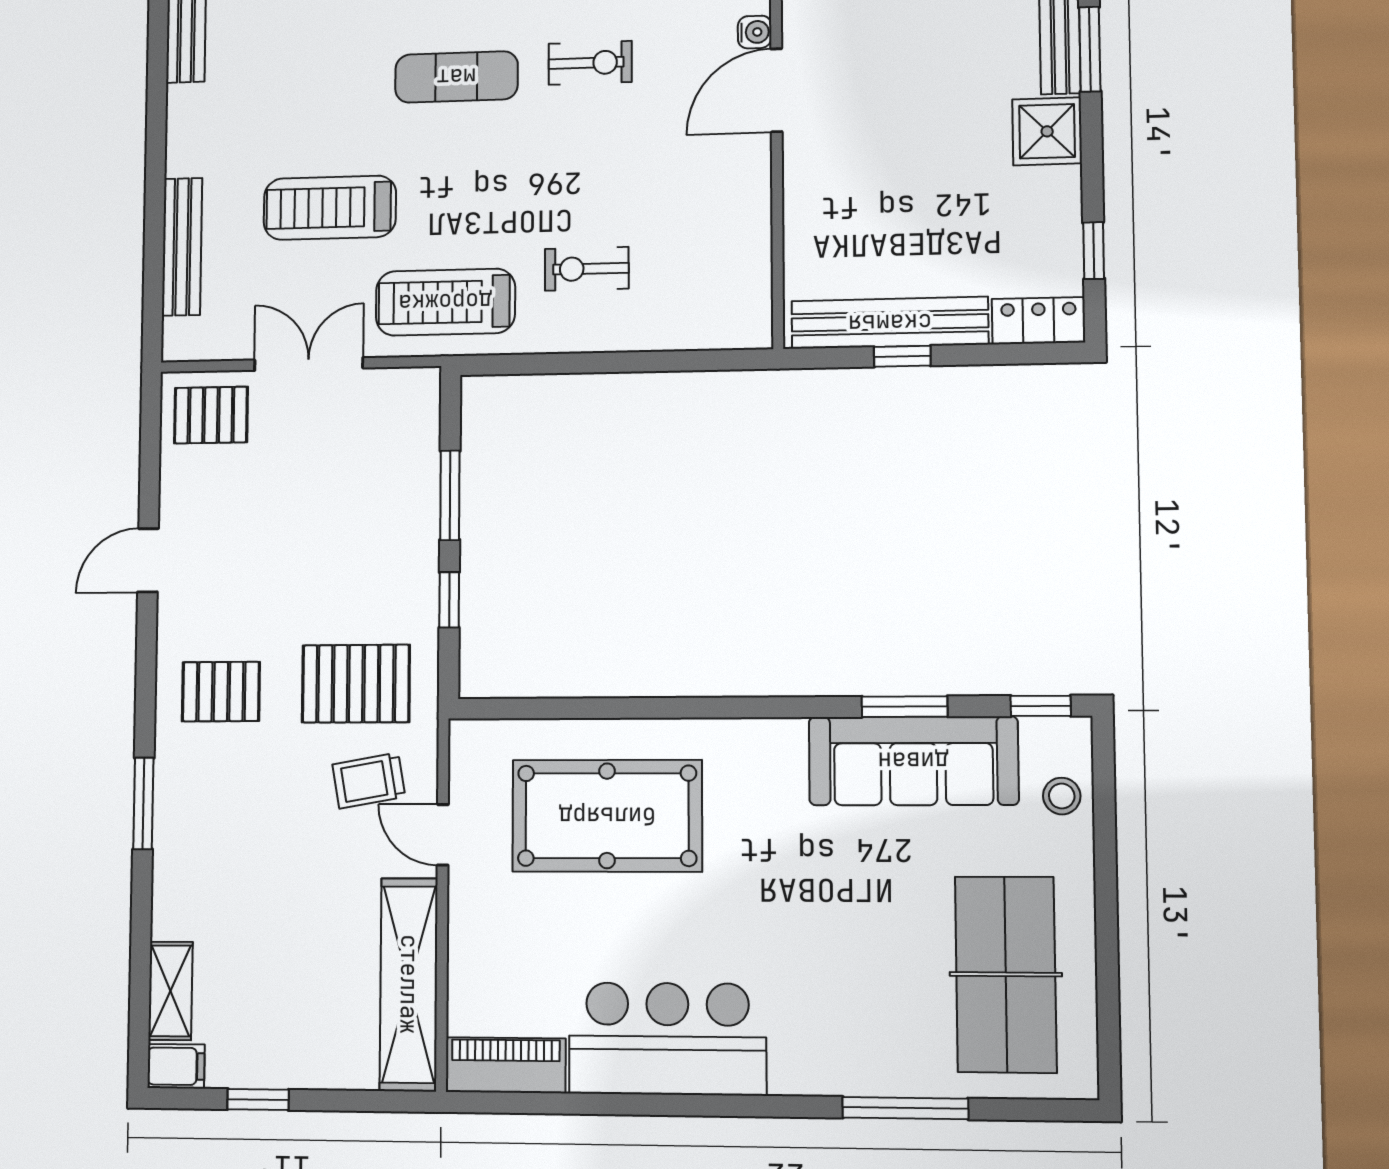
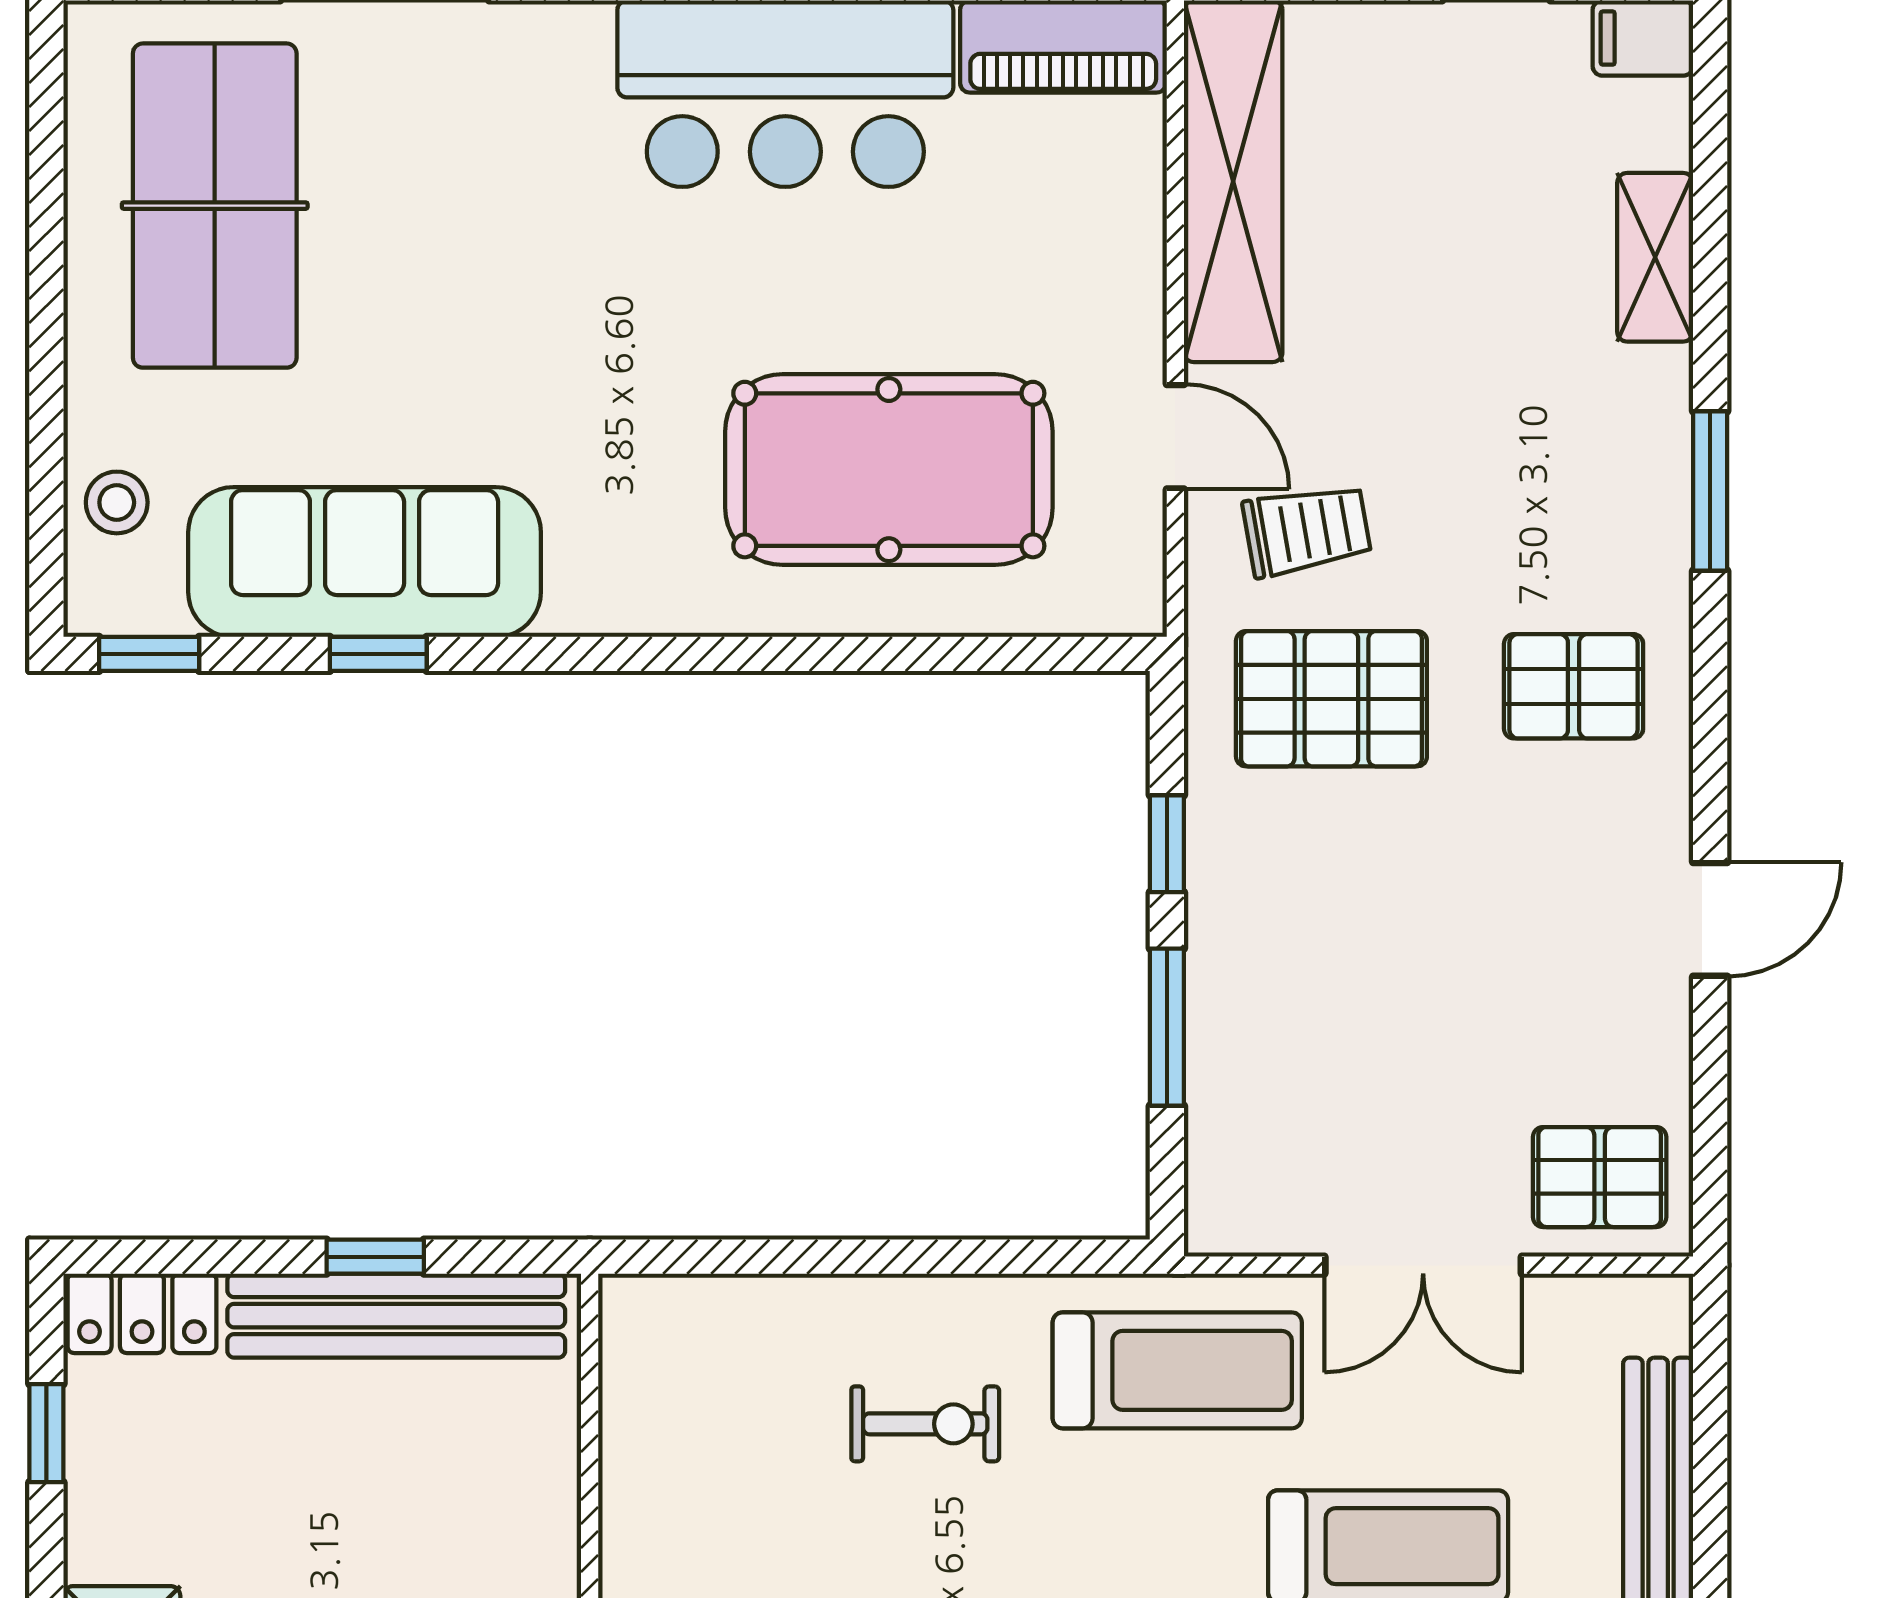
window: (905, 707) -> (378, 654), width x0.67
shelving: (170, 991) -> (1655, 257), moved

